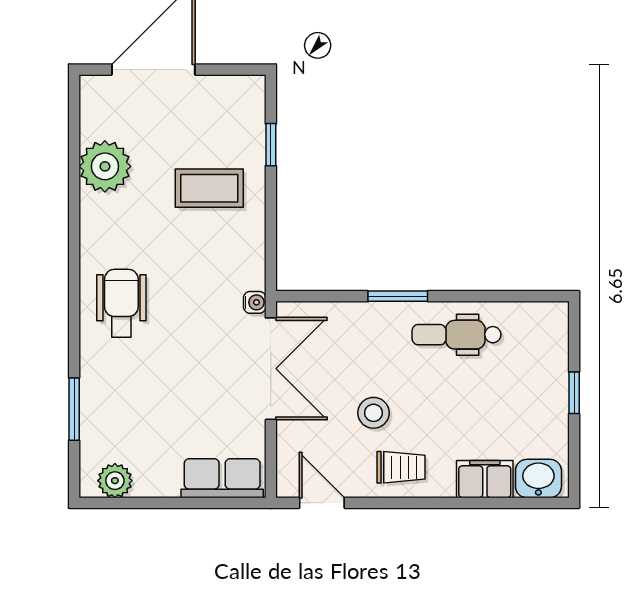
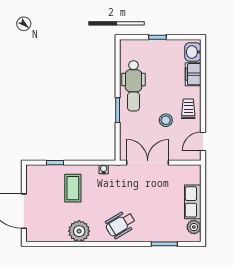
plant: (105, 166) -> (79, 231), moved
water cooler: (255, 302) -> (104, 169), moved
wheelchair: (121, 303) -> (120, 224), turned -31
dental chair: (457, 335) -> (133, 86), width x1.36, depth x1.38
row of seats: (222, 478) -> (193, 202), moved

